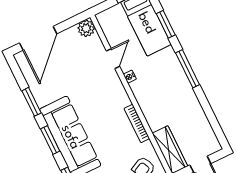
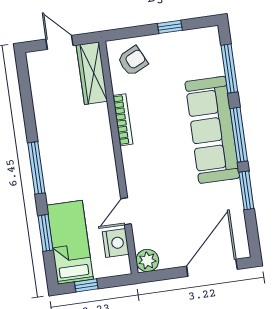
nightstand: (130, 77) -> (116, 243), moved, width x1.89, depth x1.79
window: (50, 140) -> (239, 135), width x1.44

